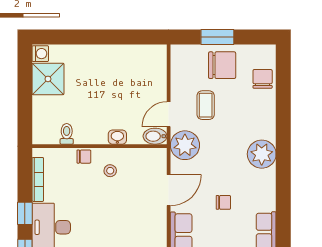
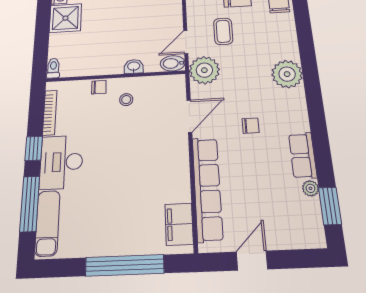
toilet: (67, 134) -> (53, 68), moved

